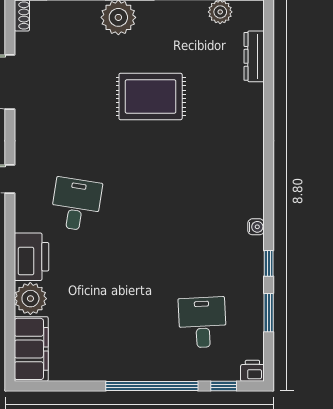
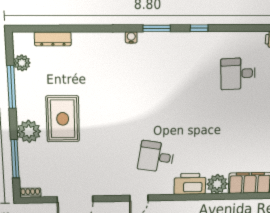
rug: (151, 96) -> (63, 119), moved
water cooler: (256, 227) -> (131, 37), moved
window: (269, 313) -> (157, 28), moved

